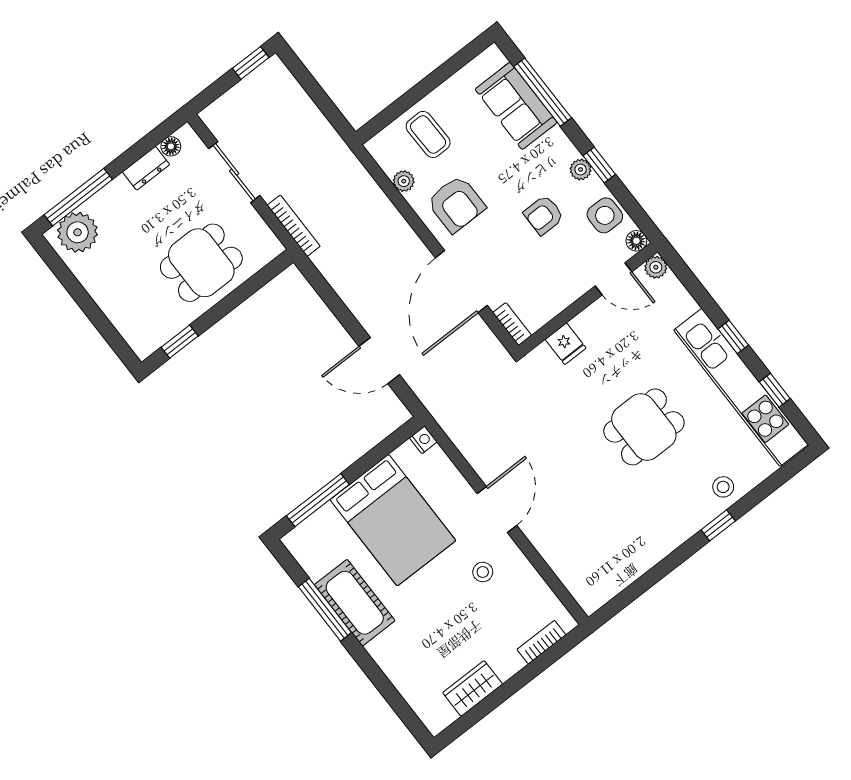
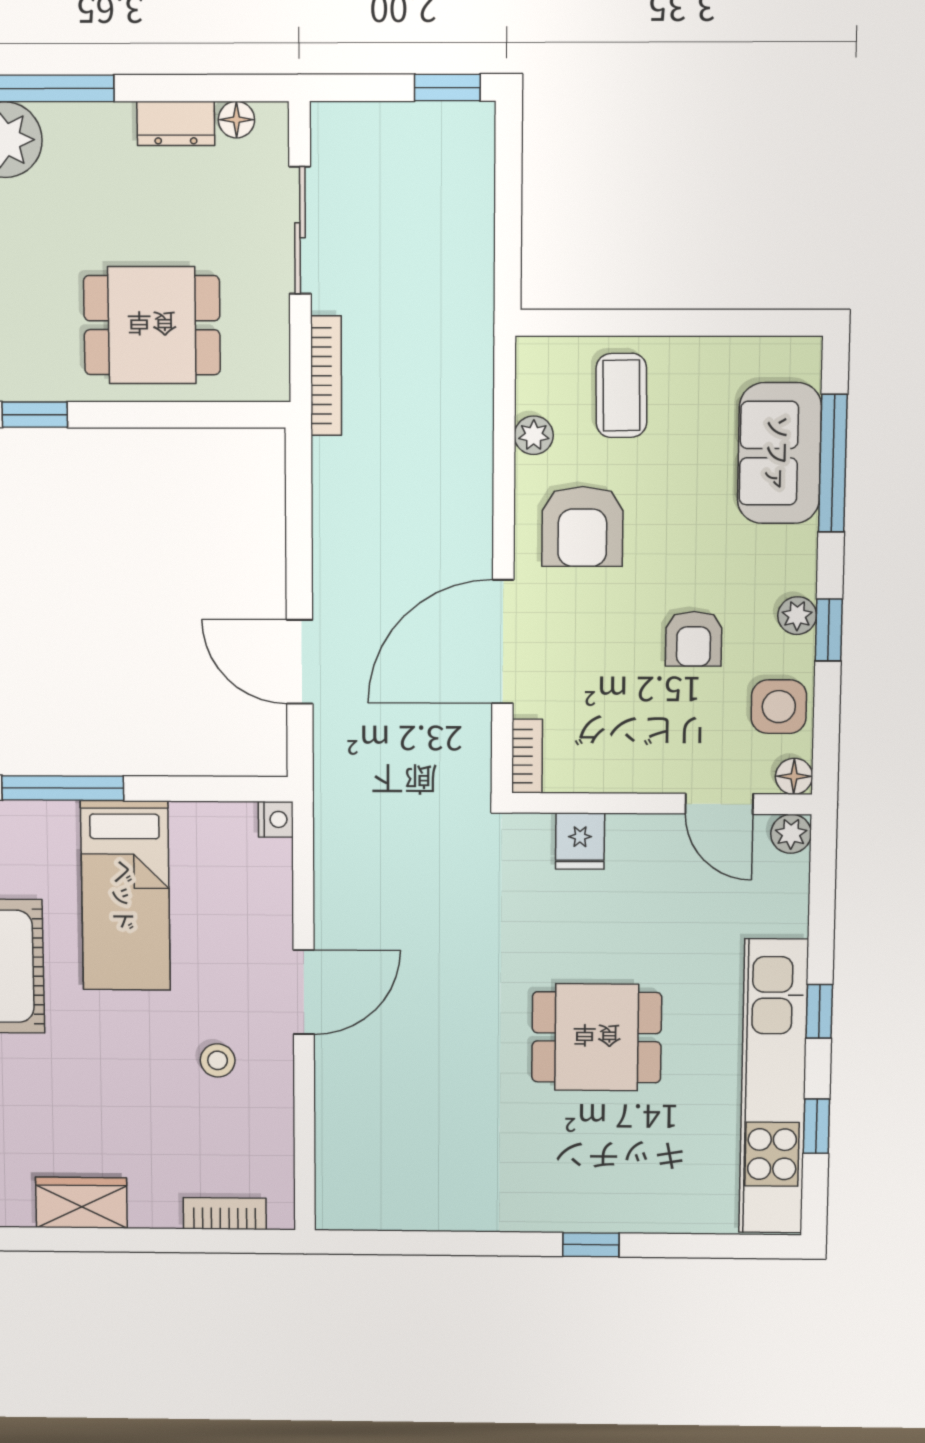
armchair: (544, 215) -> (694, 639), turned -90
stool: (723, 487) -> (640, 1200), removed
bed: (393, 520) -> (125, 896), width x0.67

